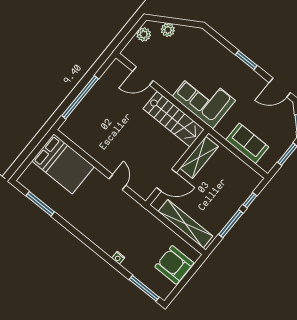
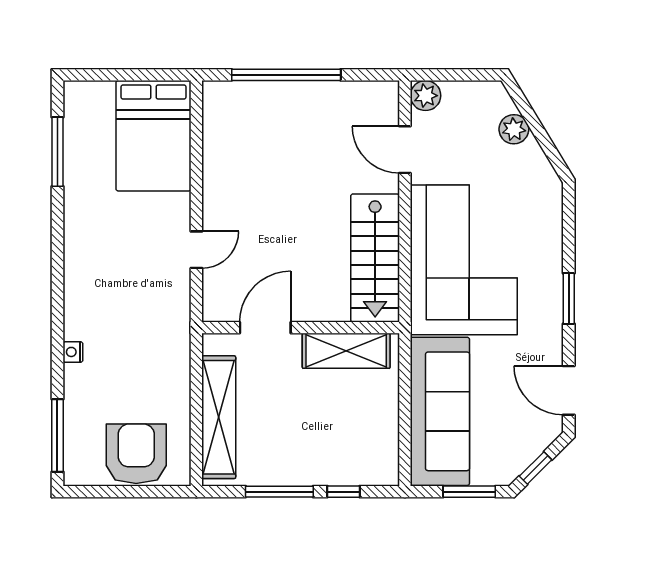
plant: (144, 34) -> (426, 96), moved
corner sofa: (204, 98) -> (464, 260), width x1.36, depth x1.36
sofa: (247, 143) -> (440, 411), width x1.85, depth x1.27
door: (167, 180) -> (265, 328), swing flipped

